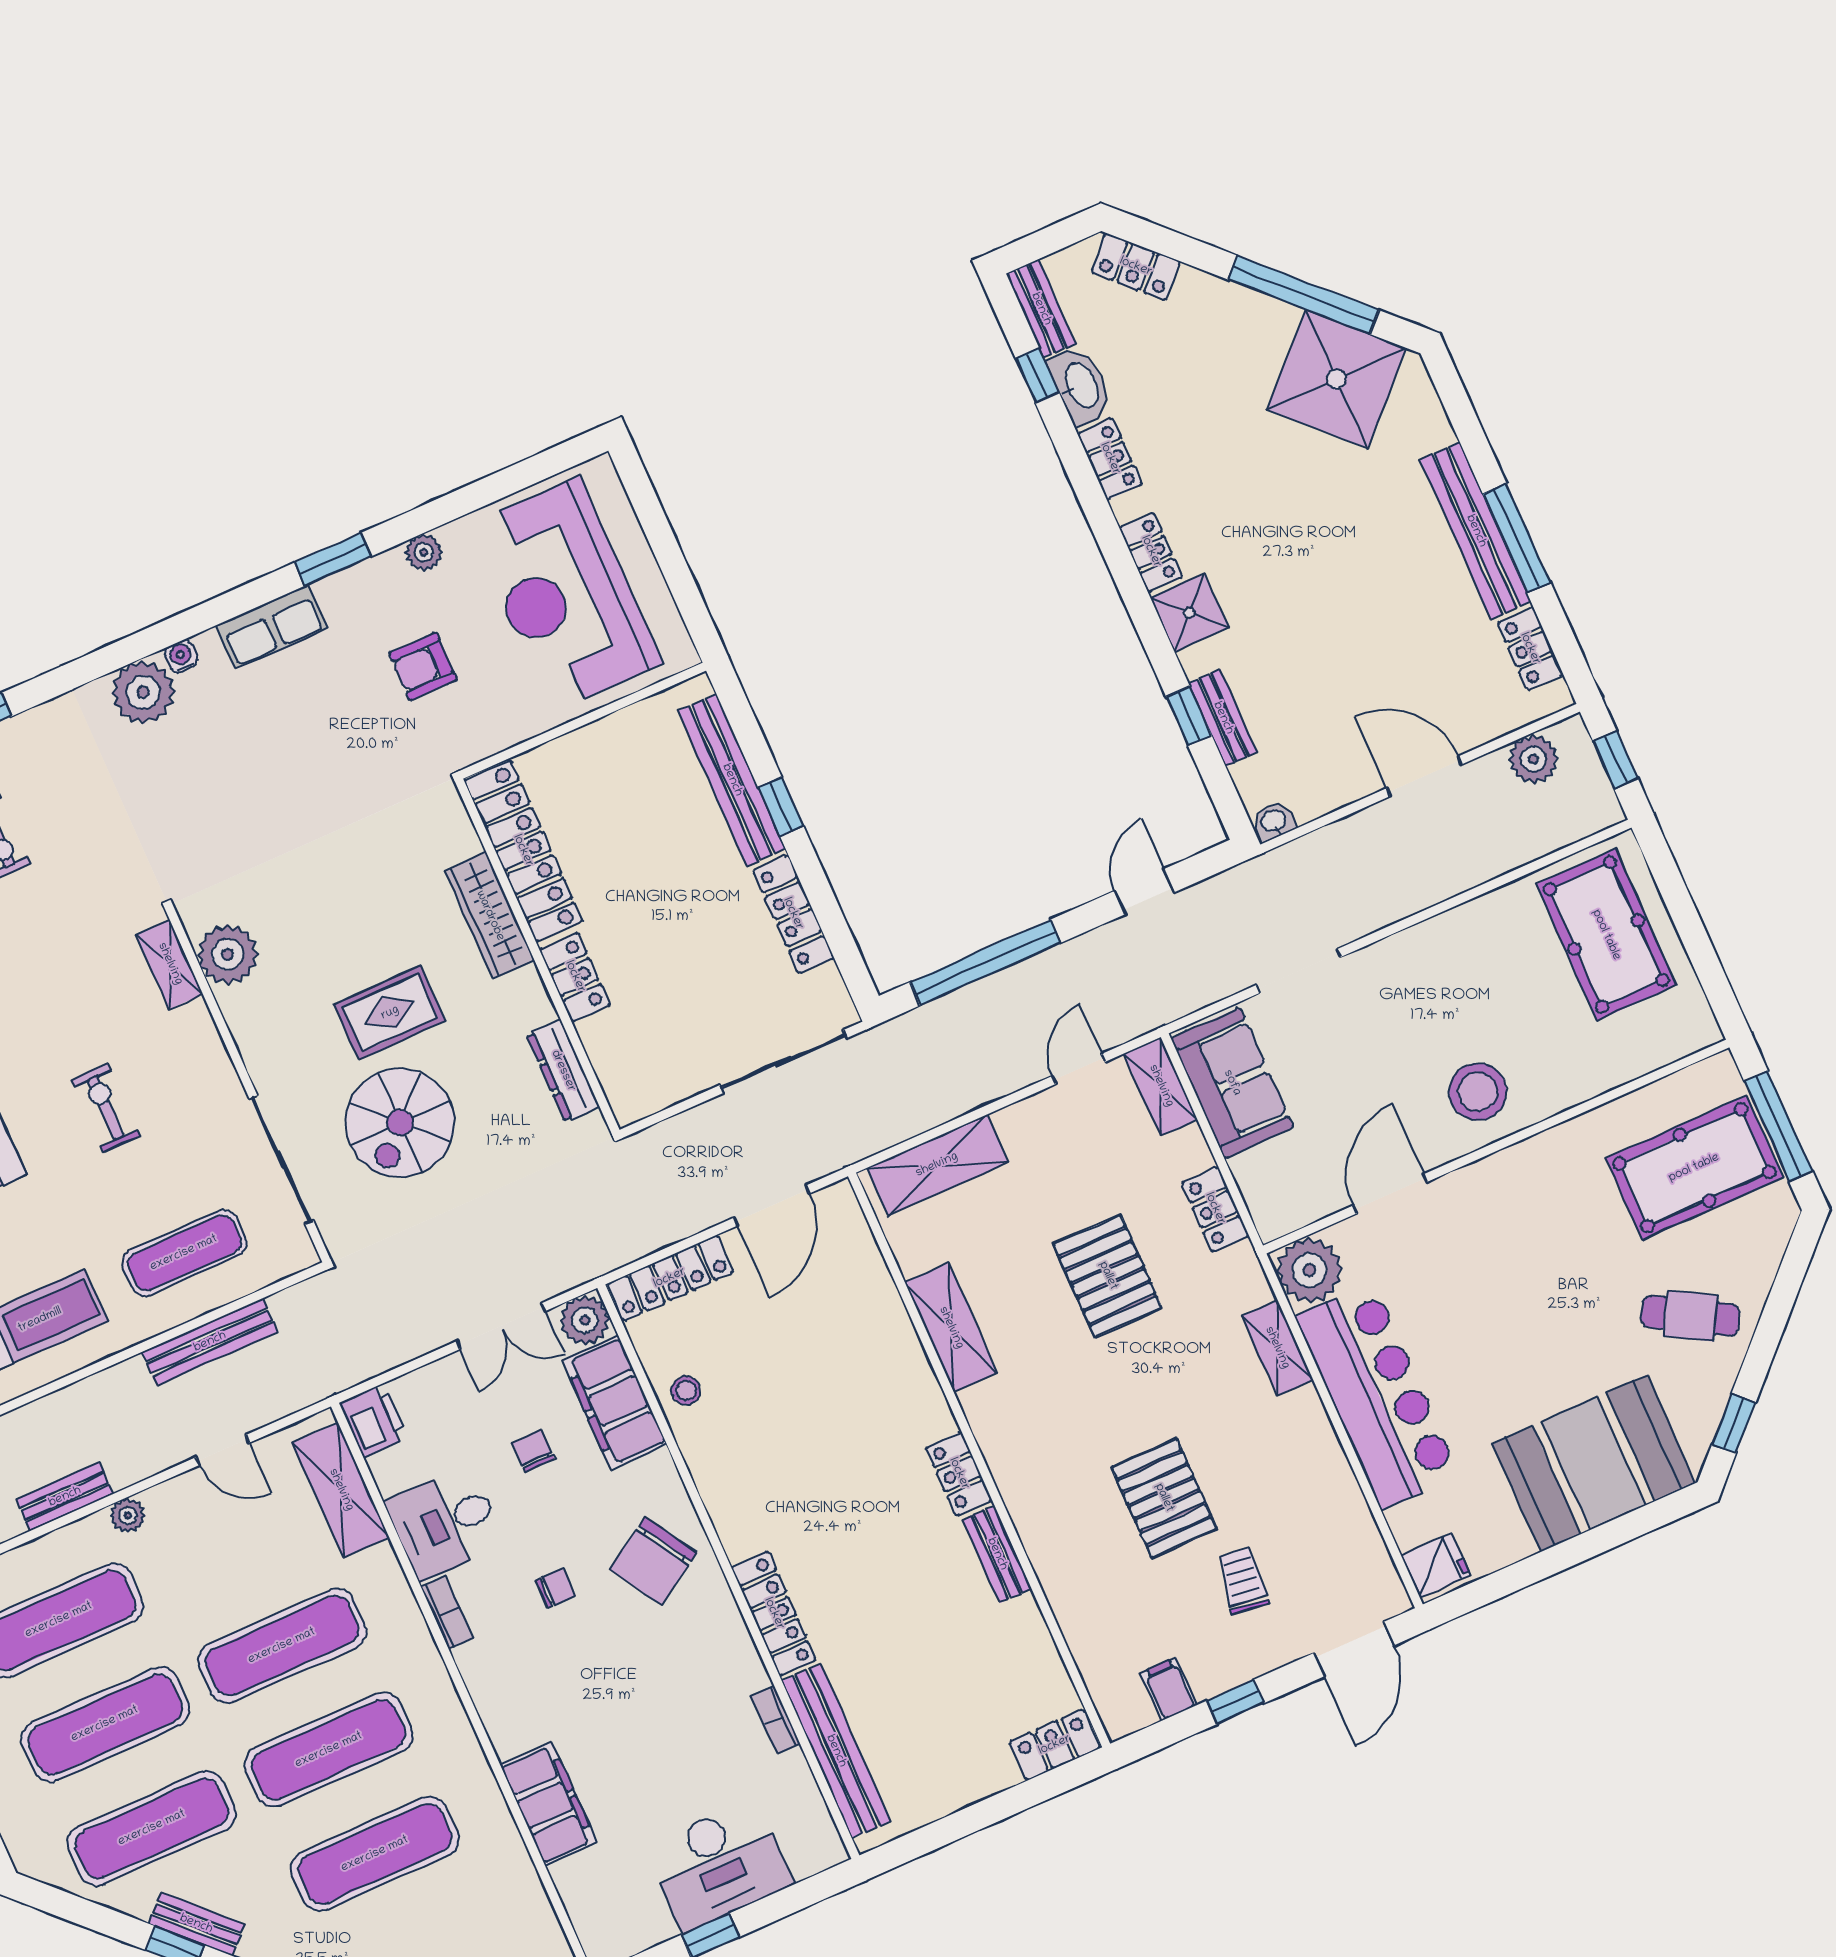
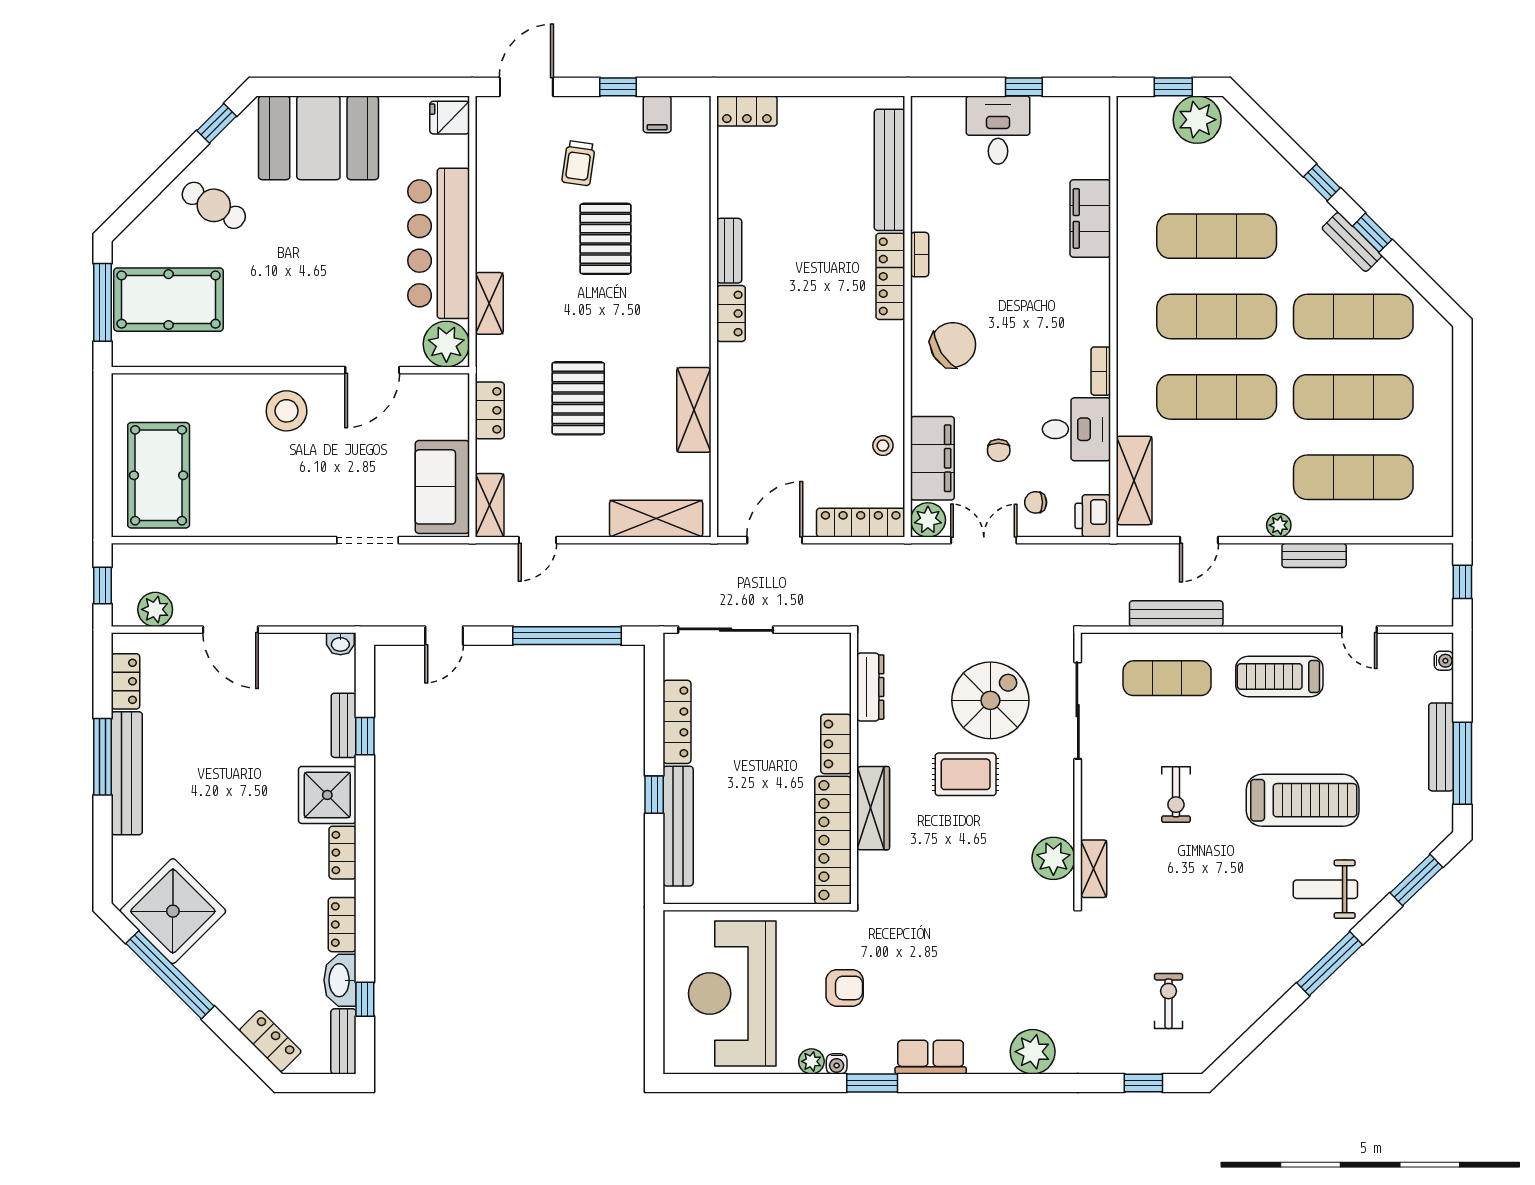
reception desk: (565, 595) -> (732, 994), turned 180
shower: (1189, 613) -> (327, 795), width x1.36, depth x1.36
water cooler: (181, 656) -> (837, 1064), moved
door: (222, 1450) -> (1199, 540), swing flipped
chair: (555, 1588) -> (1036, 502), moved
bookcase: (776, 1720) -> (920, 255), moved
desk: (719, 1865) -> (998, 130), width x0.73

